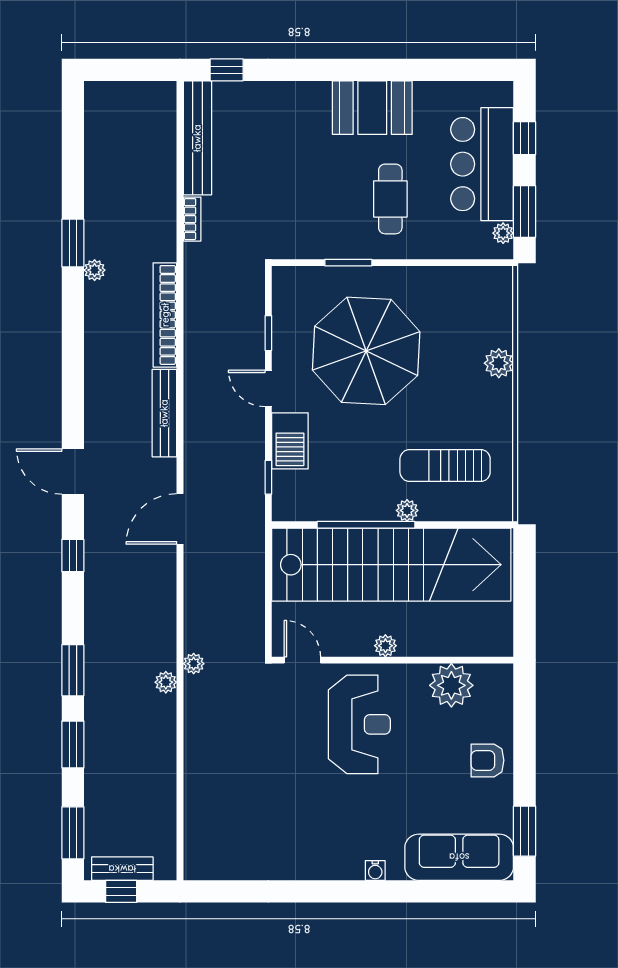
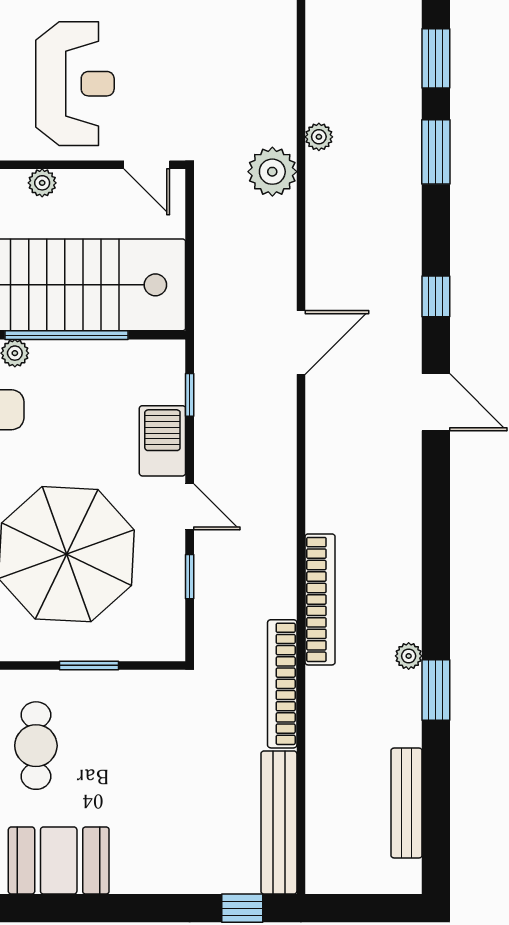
bookcase: (192, 219) -> (282, 684), width x2.31, depth x1.31
bench: (164, 413) -> (407, 803), moved
plant: (194, 664) -> (272, 172), width x1.88, depth x1.88
reception desk: (359, 724) -> (75, 84), turned 180

